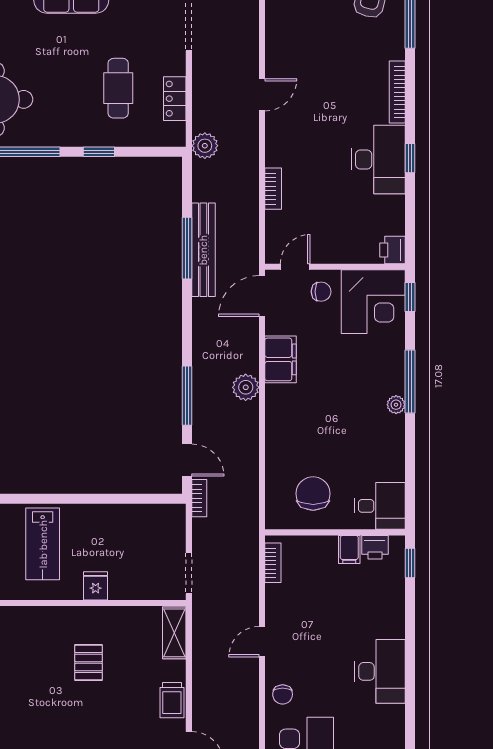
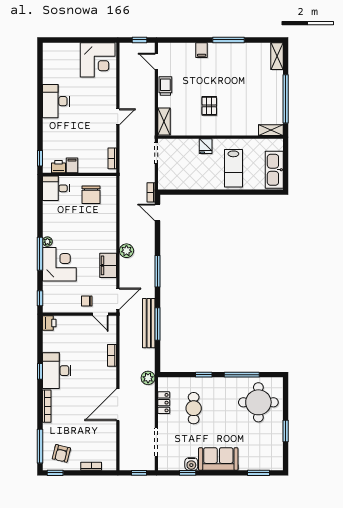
door: (262, 95) -> (118, 405), width x1.88
door: (295, 267) -> (100, 314), hinge flipped
corner desk: (373, 302) -> (59, 264), moved, turned 90
window: (187, 396) -> (157, 271), moved
lab bench: (43, 544) -> (233, 168), turned 180
chair: (283, 694) -> (107, 89), removed

